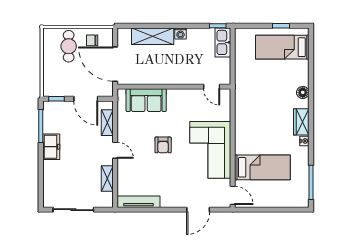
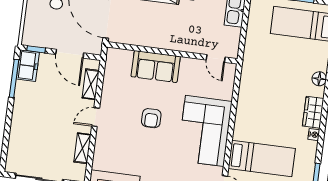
sofa: (146, 100) -> (156, 67), moved
freezer: (51, 147) -> (28, 66), moved
door: (115, 150) -> (96, 117), swing flipped

